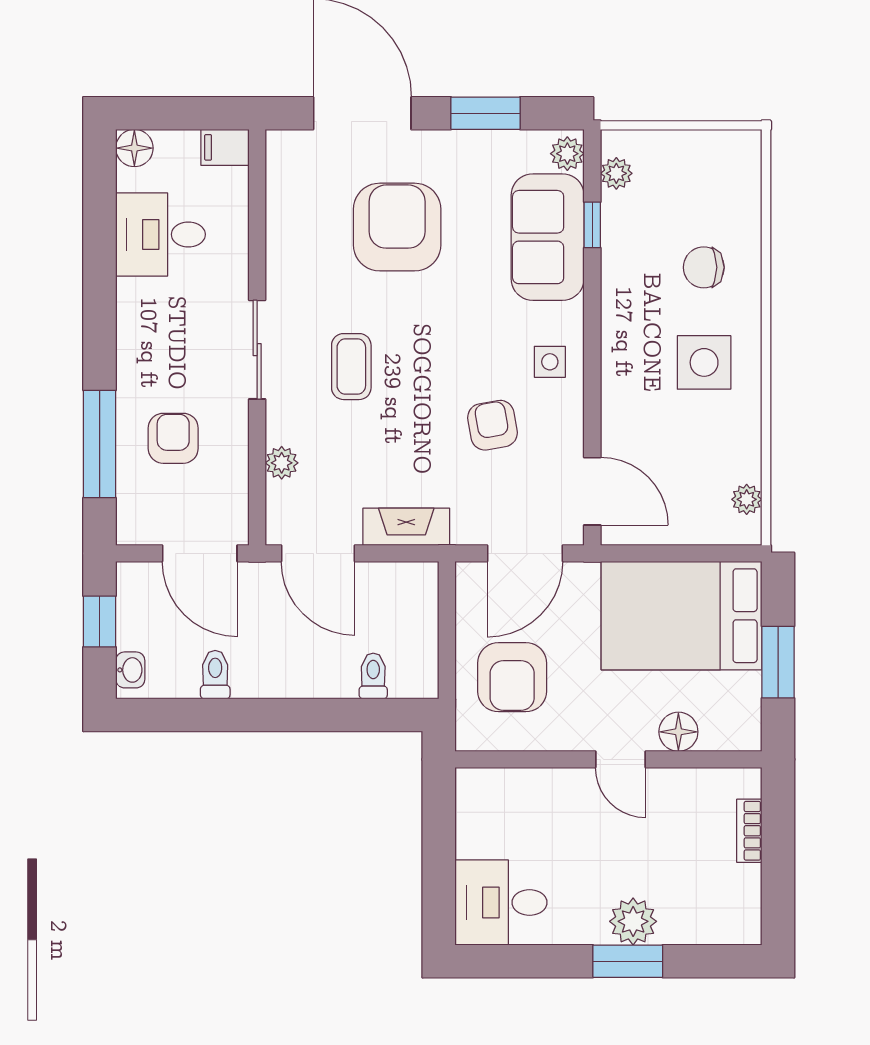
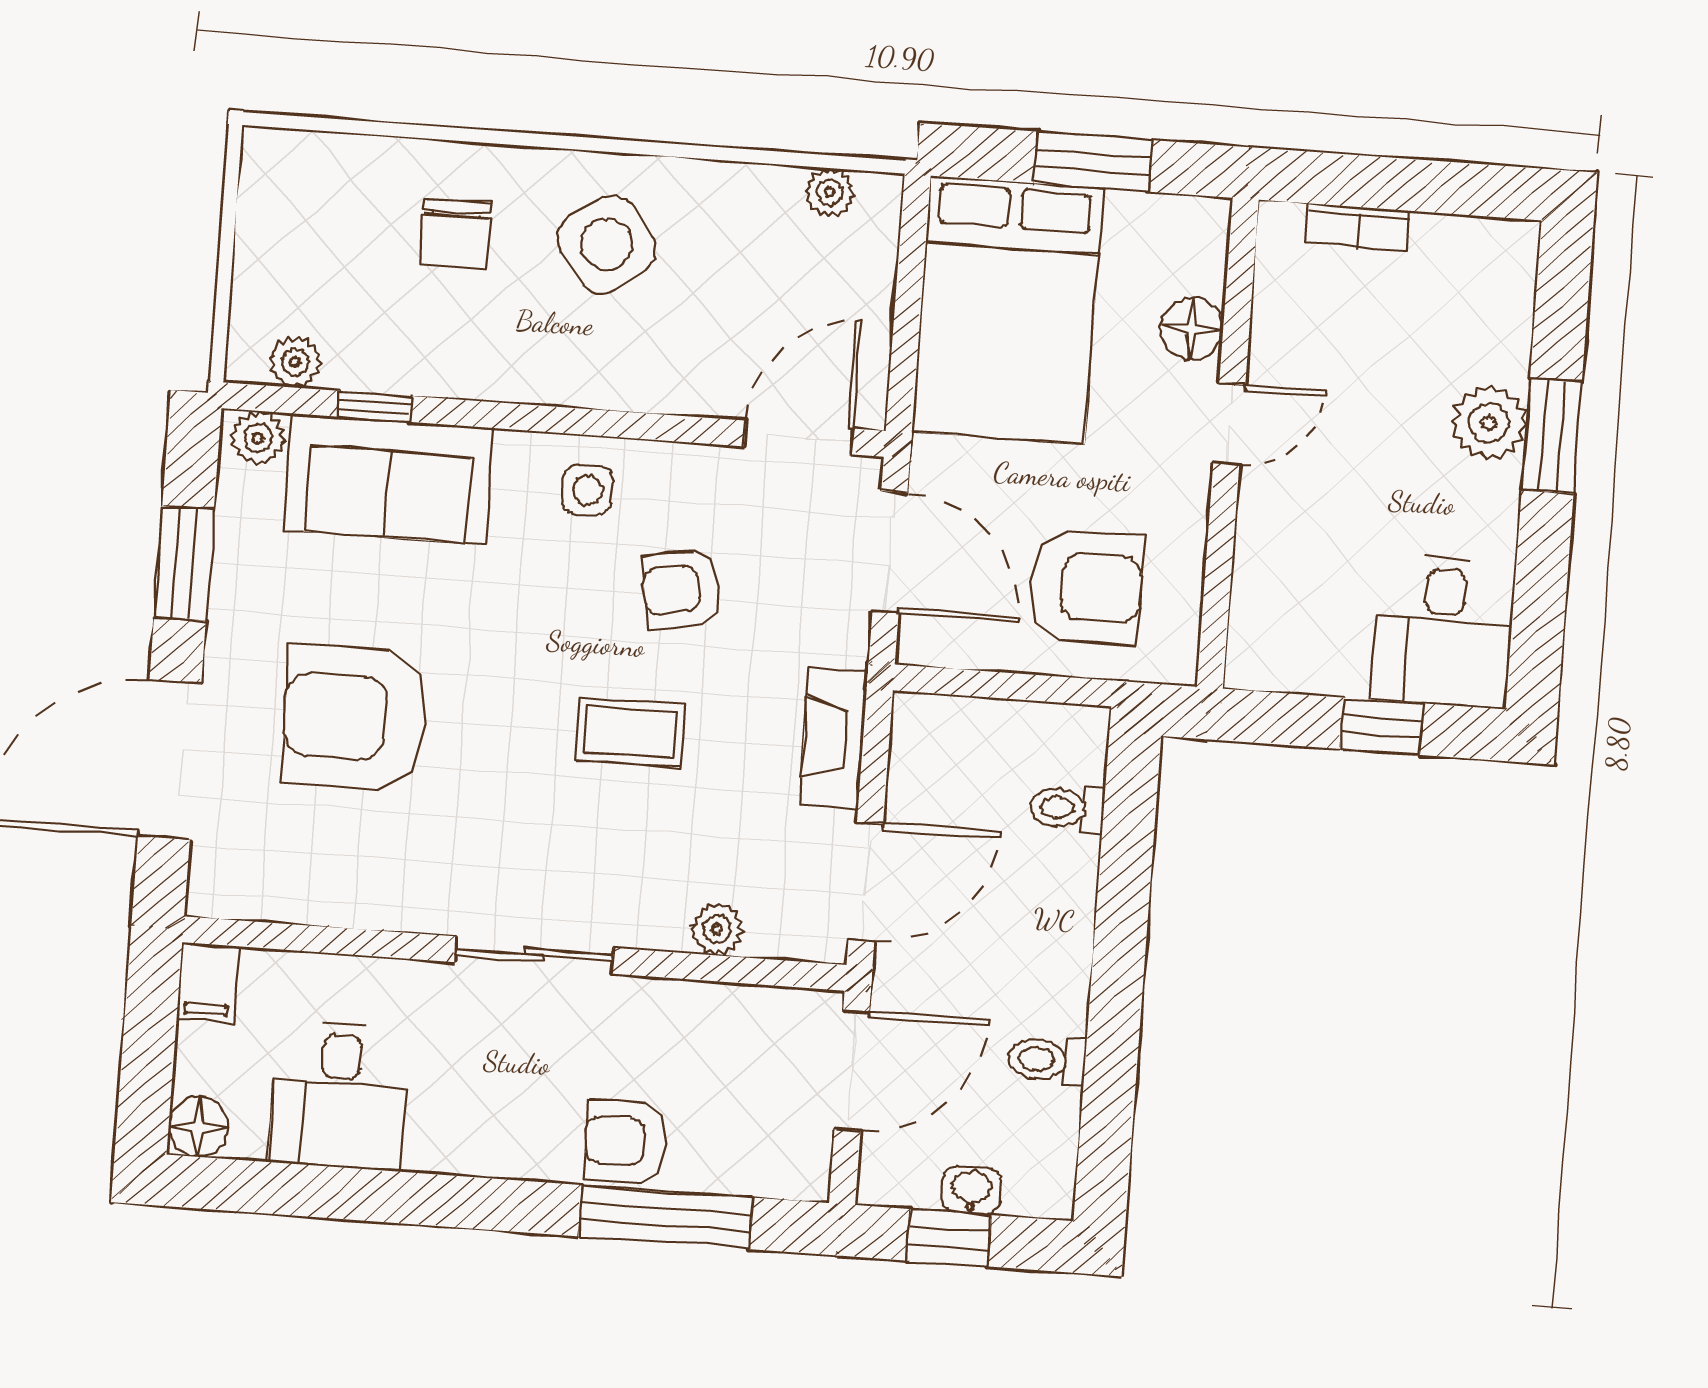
side table: (704, 362) -> (607, 244), turned -36
coffee table: (351, 367) -> (630, 732), moved
armchair: (173, 438) -> (626, 1142), moved
washbasin: (130, 670) -> (971, 1190), moved
window: (439, 868) -> (1381, 726), added

